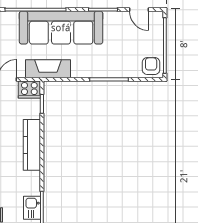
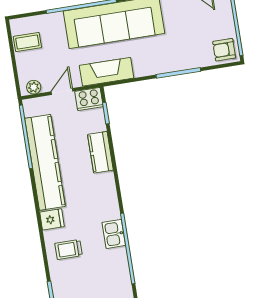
armchair: (151, 66) -> (224, 50), turned -90
kitchen counter: (32, 145) -> (100, 152), width x0.67

